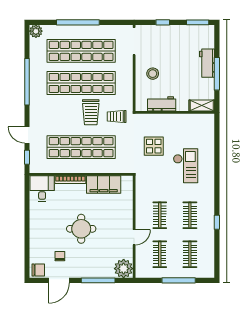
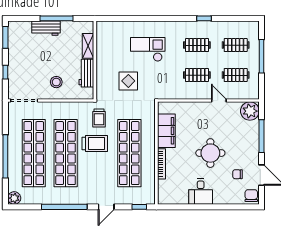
shelving: (202, 106) -> (88, 46), moved
door: (27, 135) -> (106, 207), moved
desk: (42, 189) -> (201, 192), moved, turned -90

